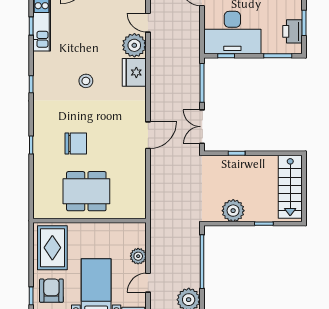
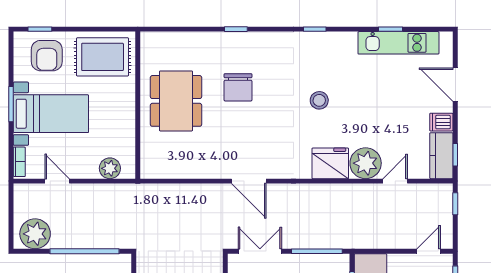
plant: (138, 256) -> (110, 168), moved
armchair: (51, 291) -> (47, 56), turned 90

